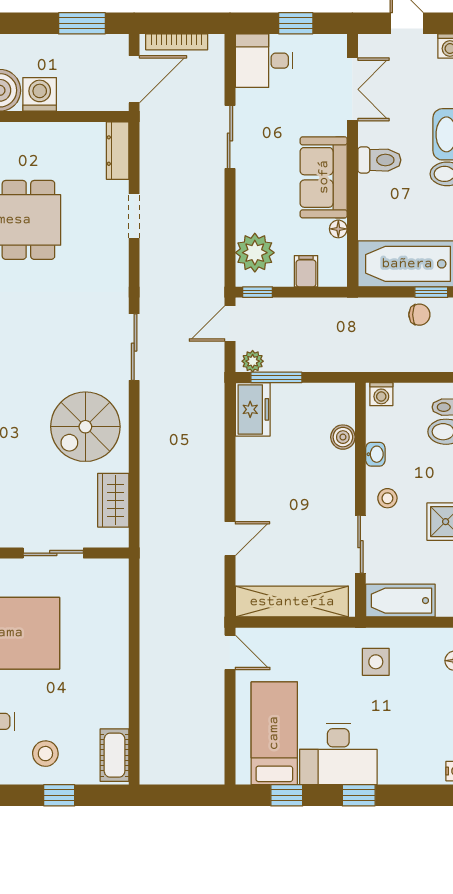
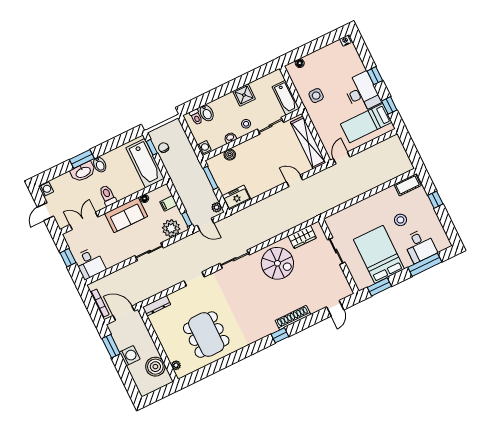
washing machine: (40, 94) -> (130, 356), moved, turned 180
sliding door: (230, 137) -> (149, 252), moved
doorway: (134, 216) -> (194, 279), moved
window: (276, 377) -> (211, 178), moved
stool: (45, 754) -> (400, 220), moved

